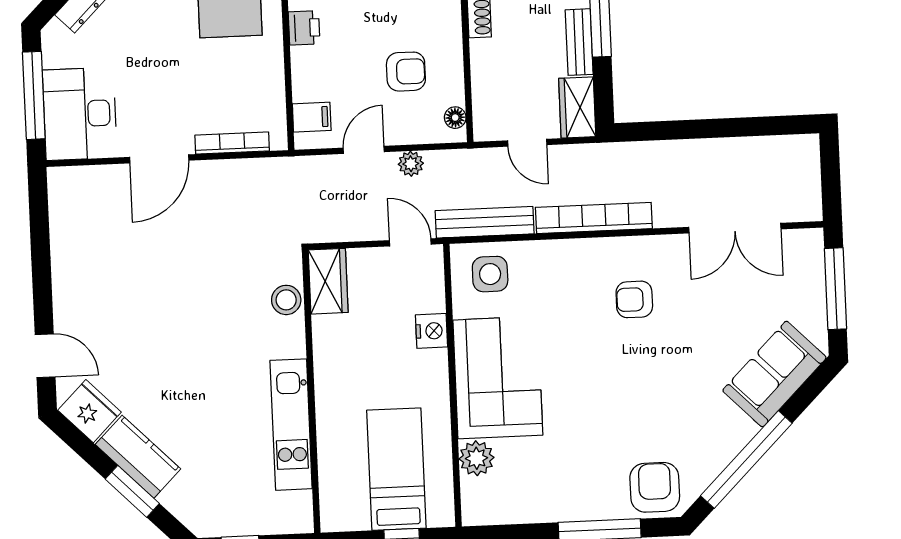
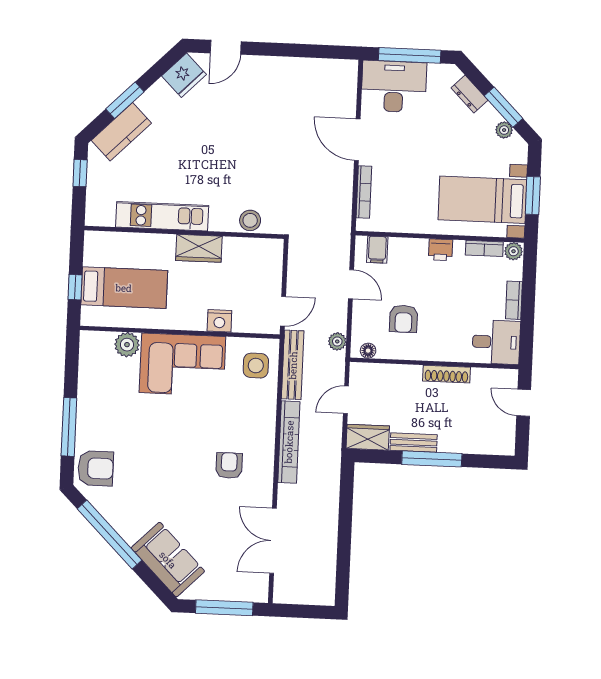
plant: (411, 164) -> (337, 341), moved
wardrobe: (328, 281) -> (199, 248), moved
kitchen counter: (138, 457) -> (121, 132), moved

